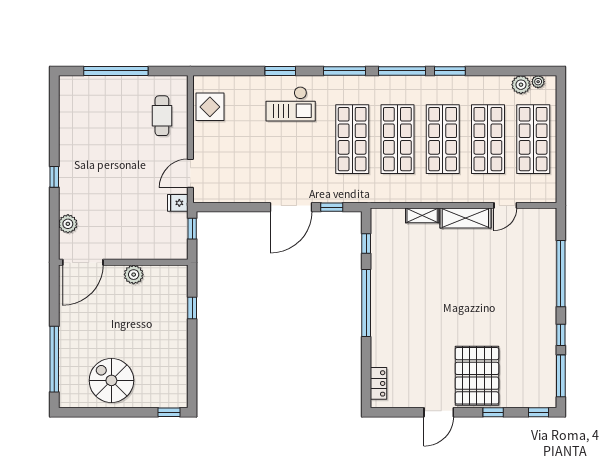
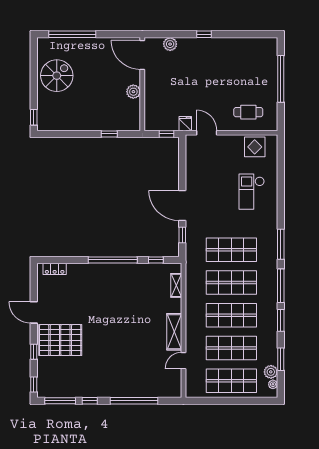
window: (280, 71) -> (281, 359), moved
checkout: (291, 104) -> (252, 192), moved
door: (505, 205) -> (183, 361), hinge flipped
shelving: (422, 215) -> (176, 285), moved

